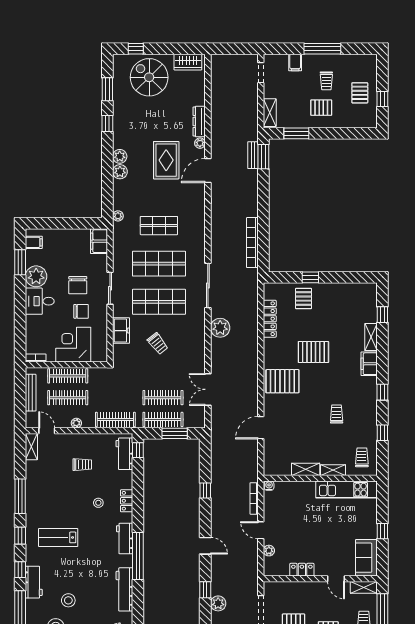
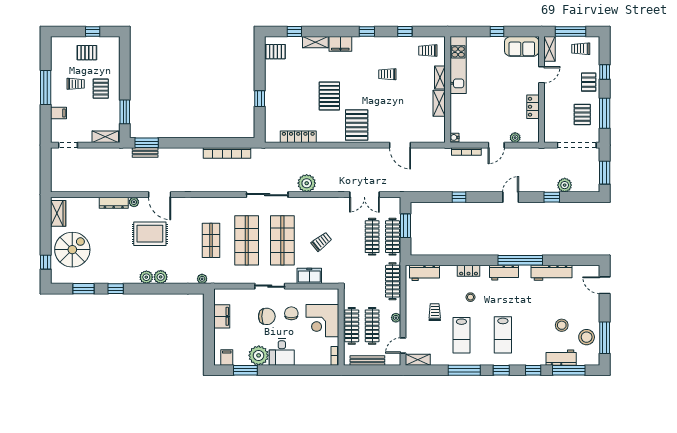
spiral stairs: (149, 77) -> (72, 250), turned 180
filing cabinet: (99, 241) -> (222, 316), moved, turned -90
pallet: (304, 299) -> (275, 52), moved
window: (138, 450) -> (421, 260), removed
lab bench: (58, 493) -> (461, 335), added
workbench: (34, 582) -> (561, 358), moved

